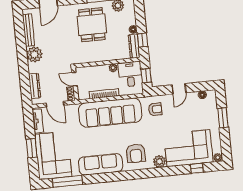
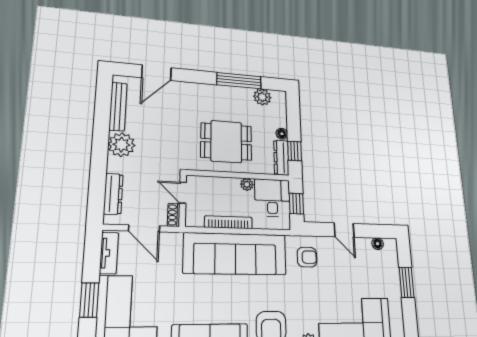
dining table: (92, 25) -> (226, 142), moved, turned 90
door: (179, 89) -> (344, 230), hinge flipped

